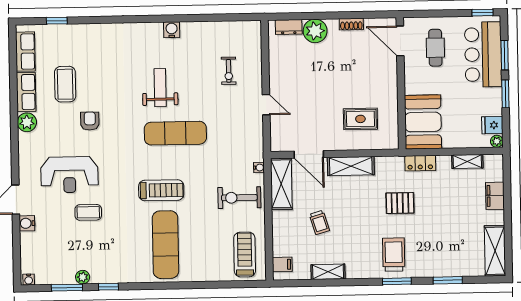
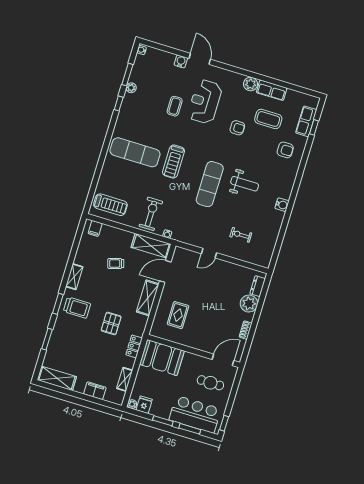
armchair: (98, 49) -> (285, 150), added
row of seats: (25, 52) -> (306, 121), moved, turned 90
shelving: (328, 272) -> (74, 277), moved

